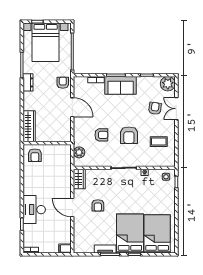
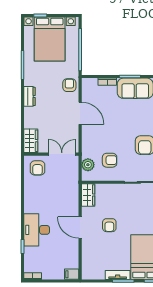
dresser: (28, 82) -> (30, 96), moved
wardrobe: (29, 126) -> (31, 141), width x0.67
armchair: (101, 135) -> (110, 160), moved
double door: (56, 143) -> (62, 154), added

